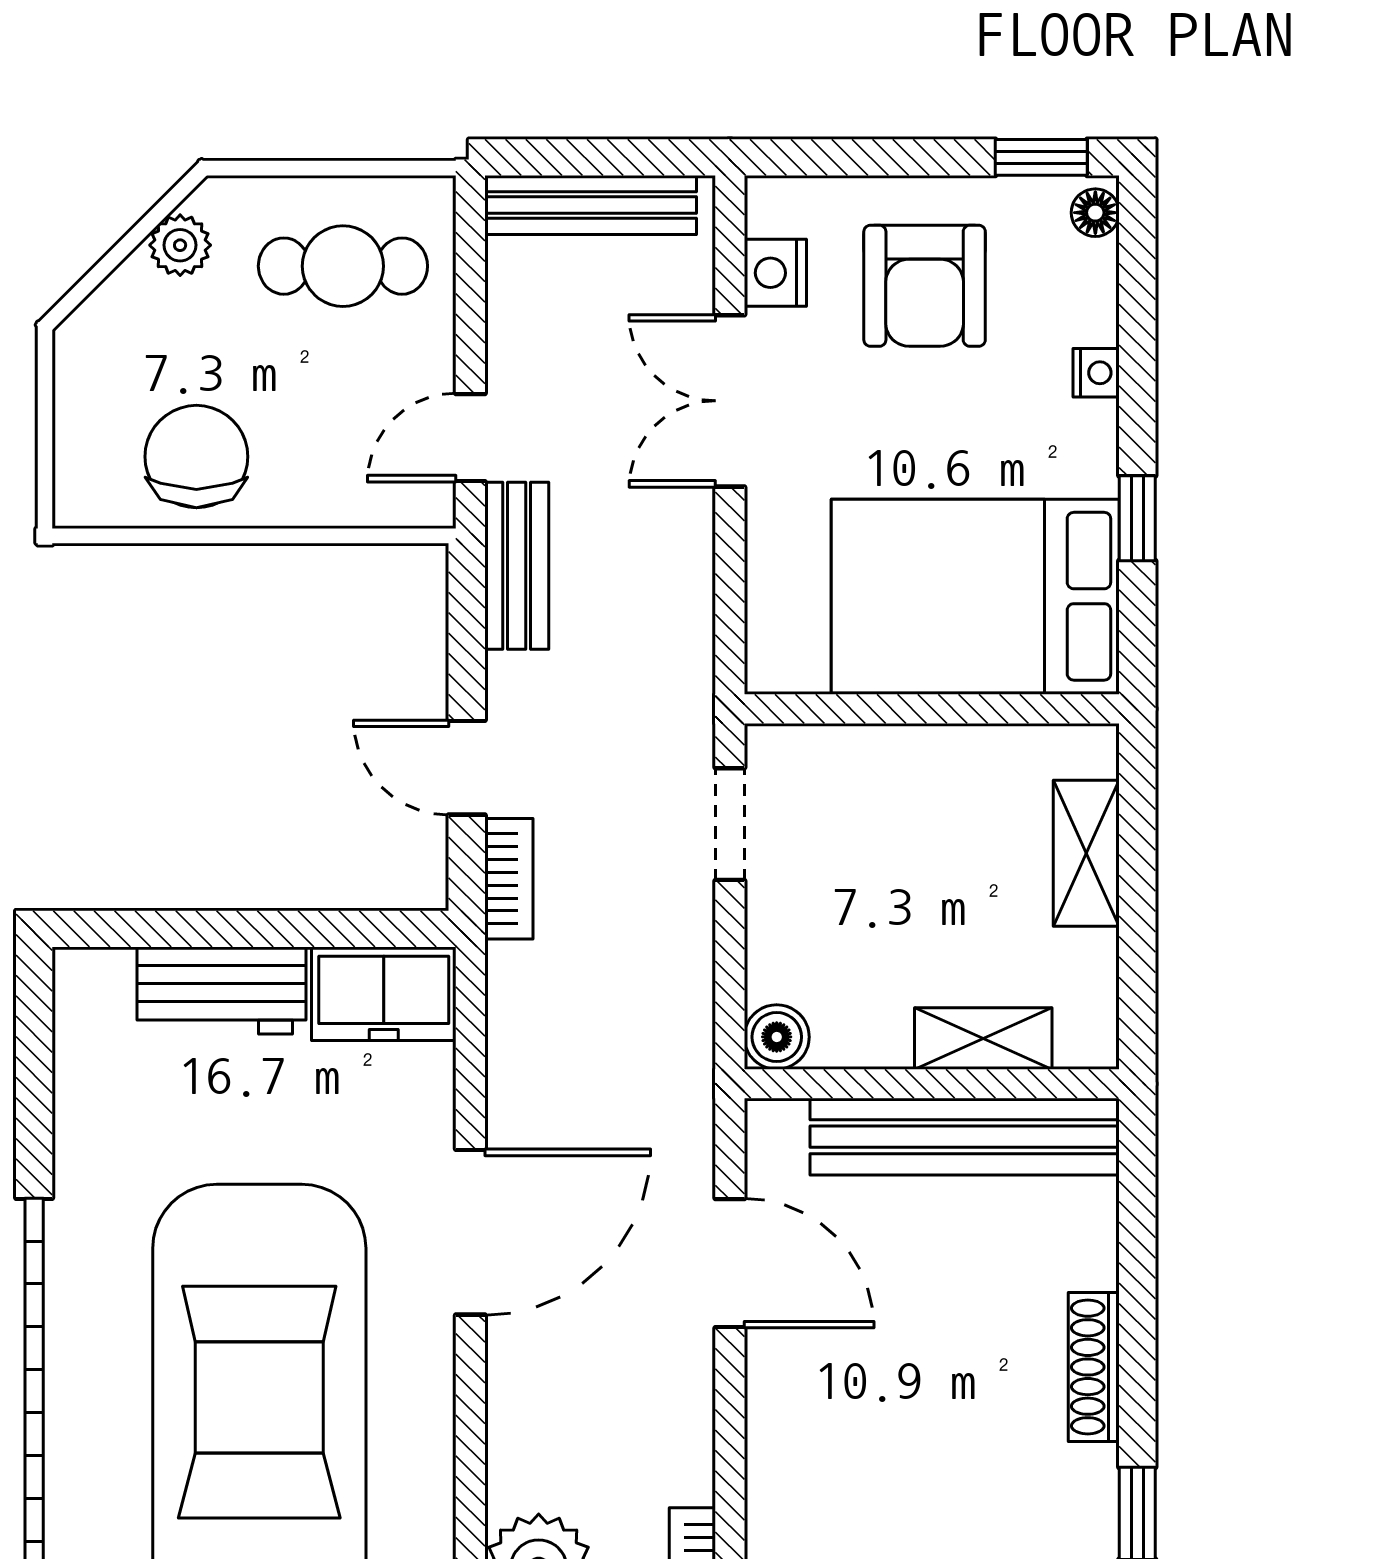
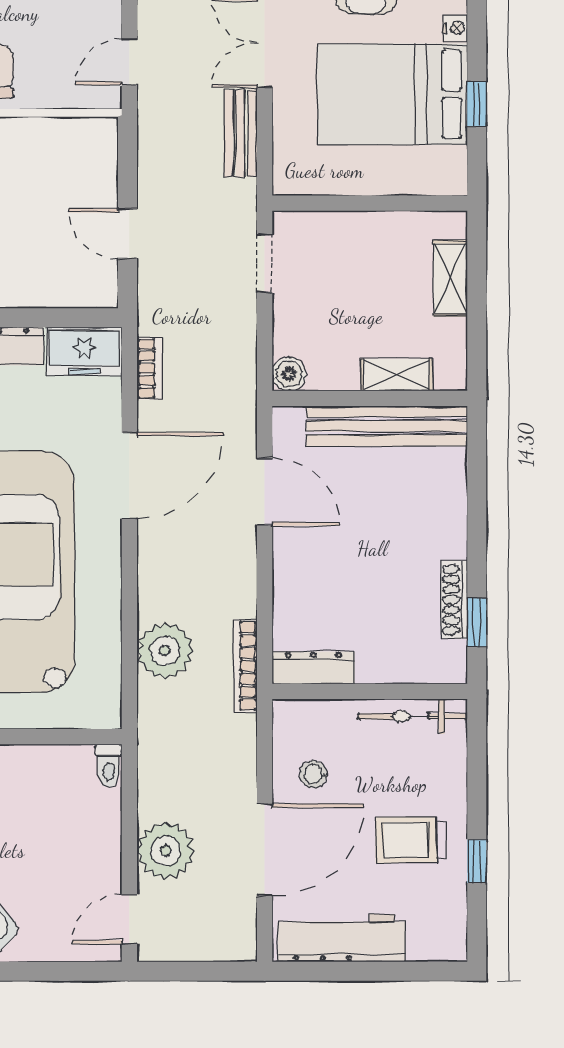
bench: (517, 566) -> (240, 133), moved
bed: (975, 596) -> (392, 94), moved
bookcase: (509, 879) -> (149, 368), moved
shoe rack: (1094, 1367) -> (454, 600), moved

